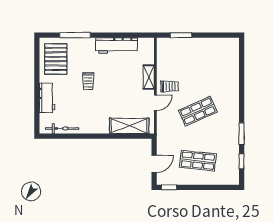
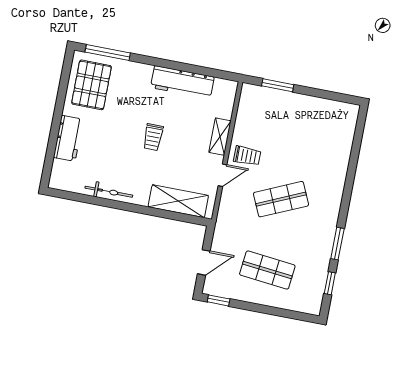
window: (75, 35) -> (108, 53), moved
trolley: (88, 81) -> (153, 137), moved
bicycle: (62, 128) -> (109, 192), moved

